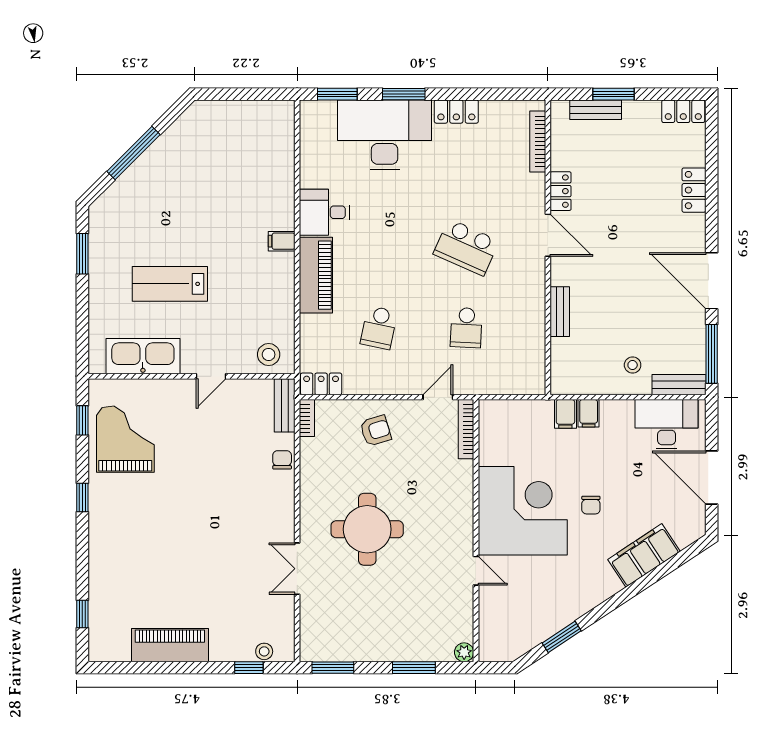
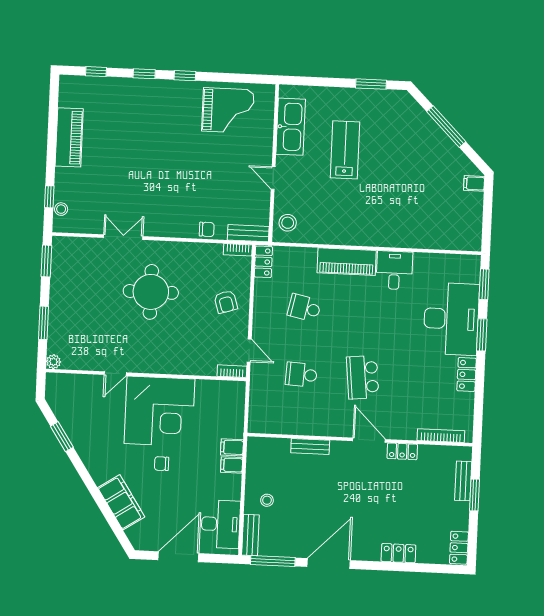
door: (548, 235) -> (369, 440), swing flipped
filing cabinet: (282, 241) -> (474, 183), moved, turned -90
school desk: (466, 247) -> (363, 377), turned -30
window: (82, 420) -> (144, 74), moved
bookcase: (466, 429) -> (232, 371), width x0.64

